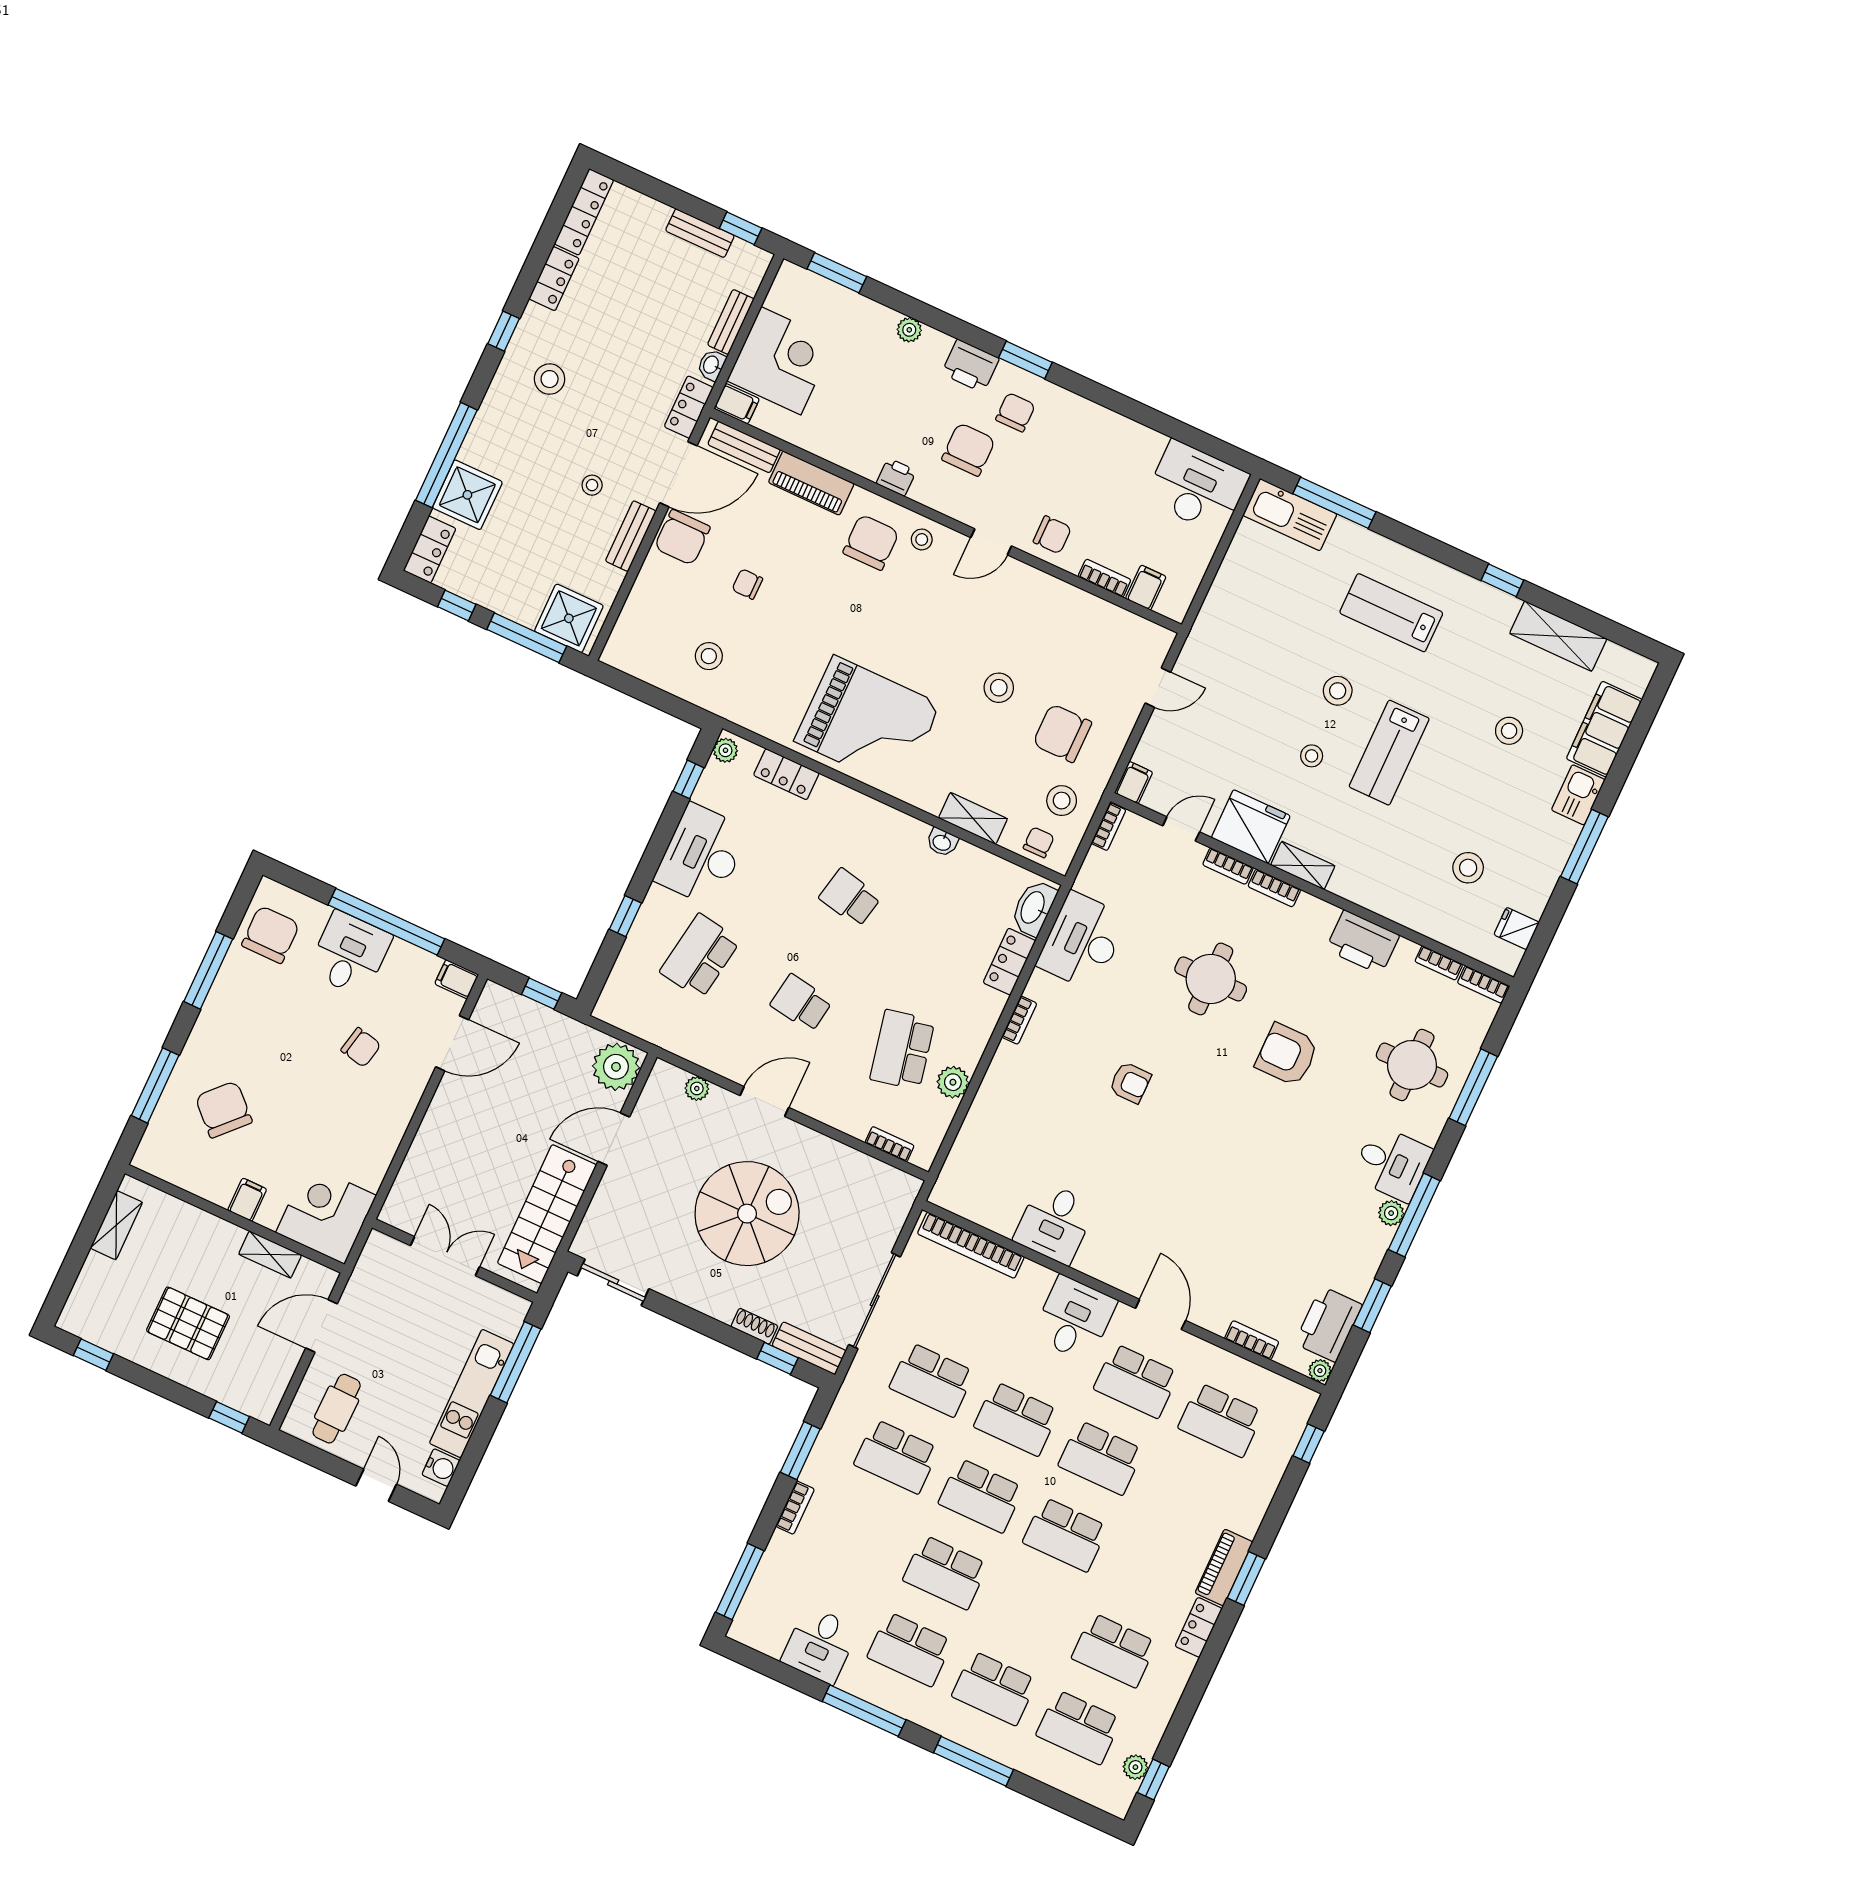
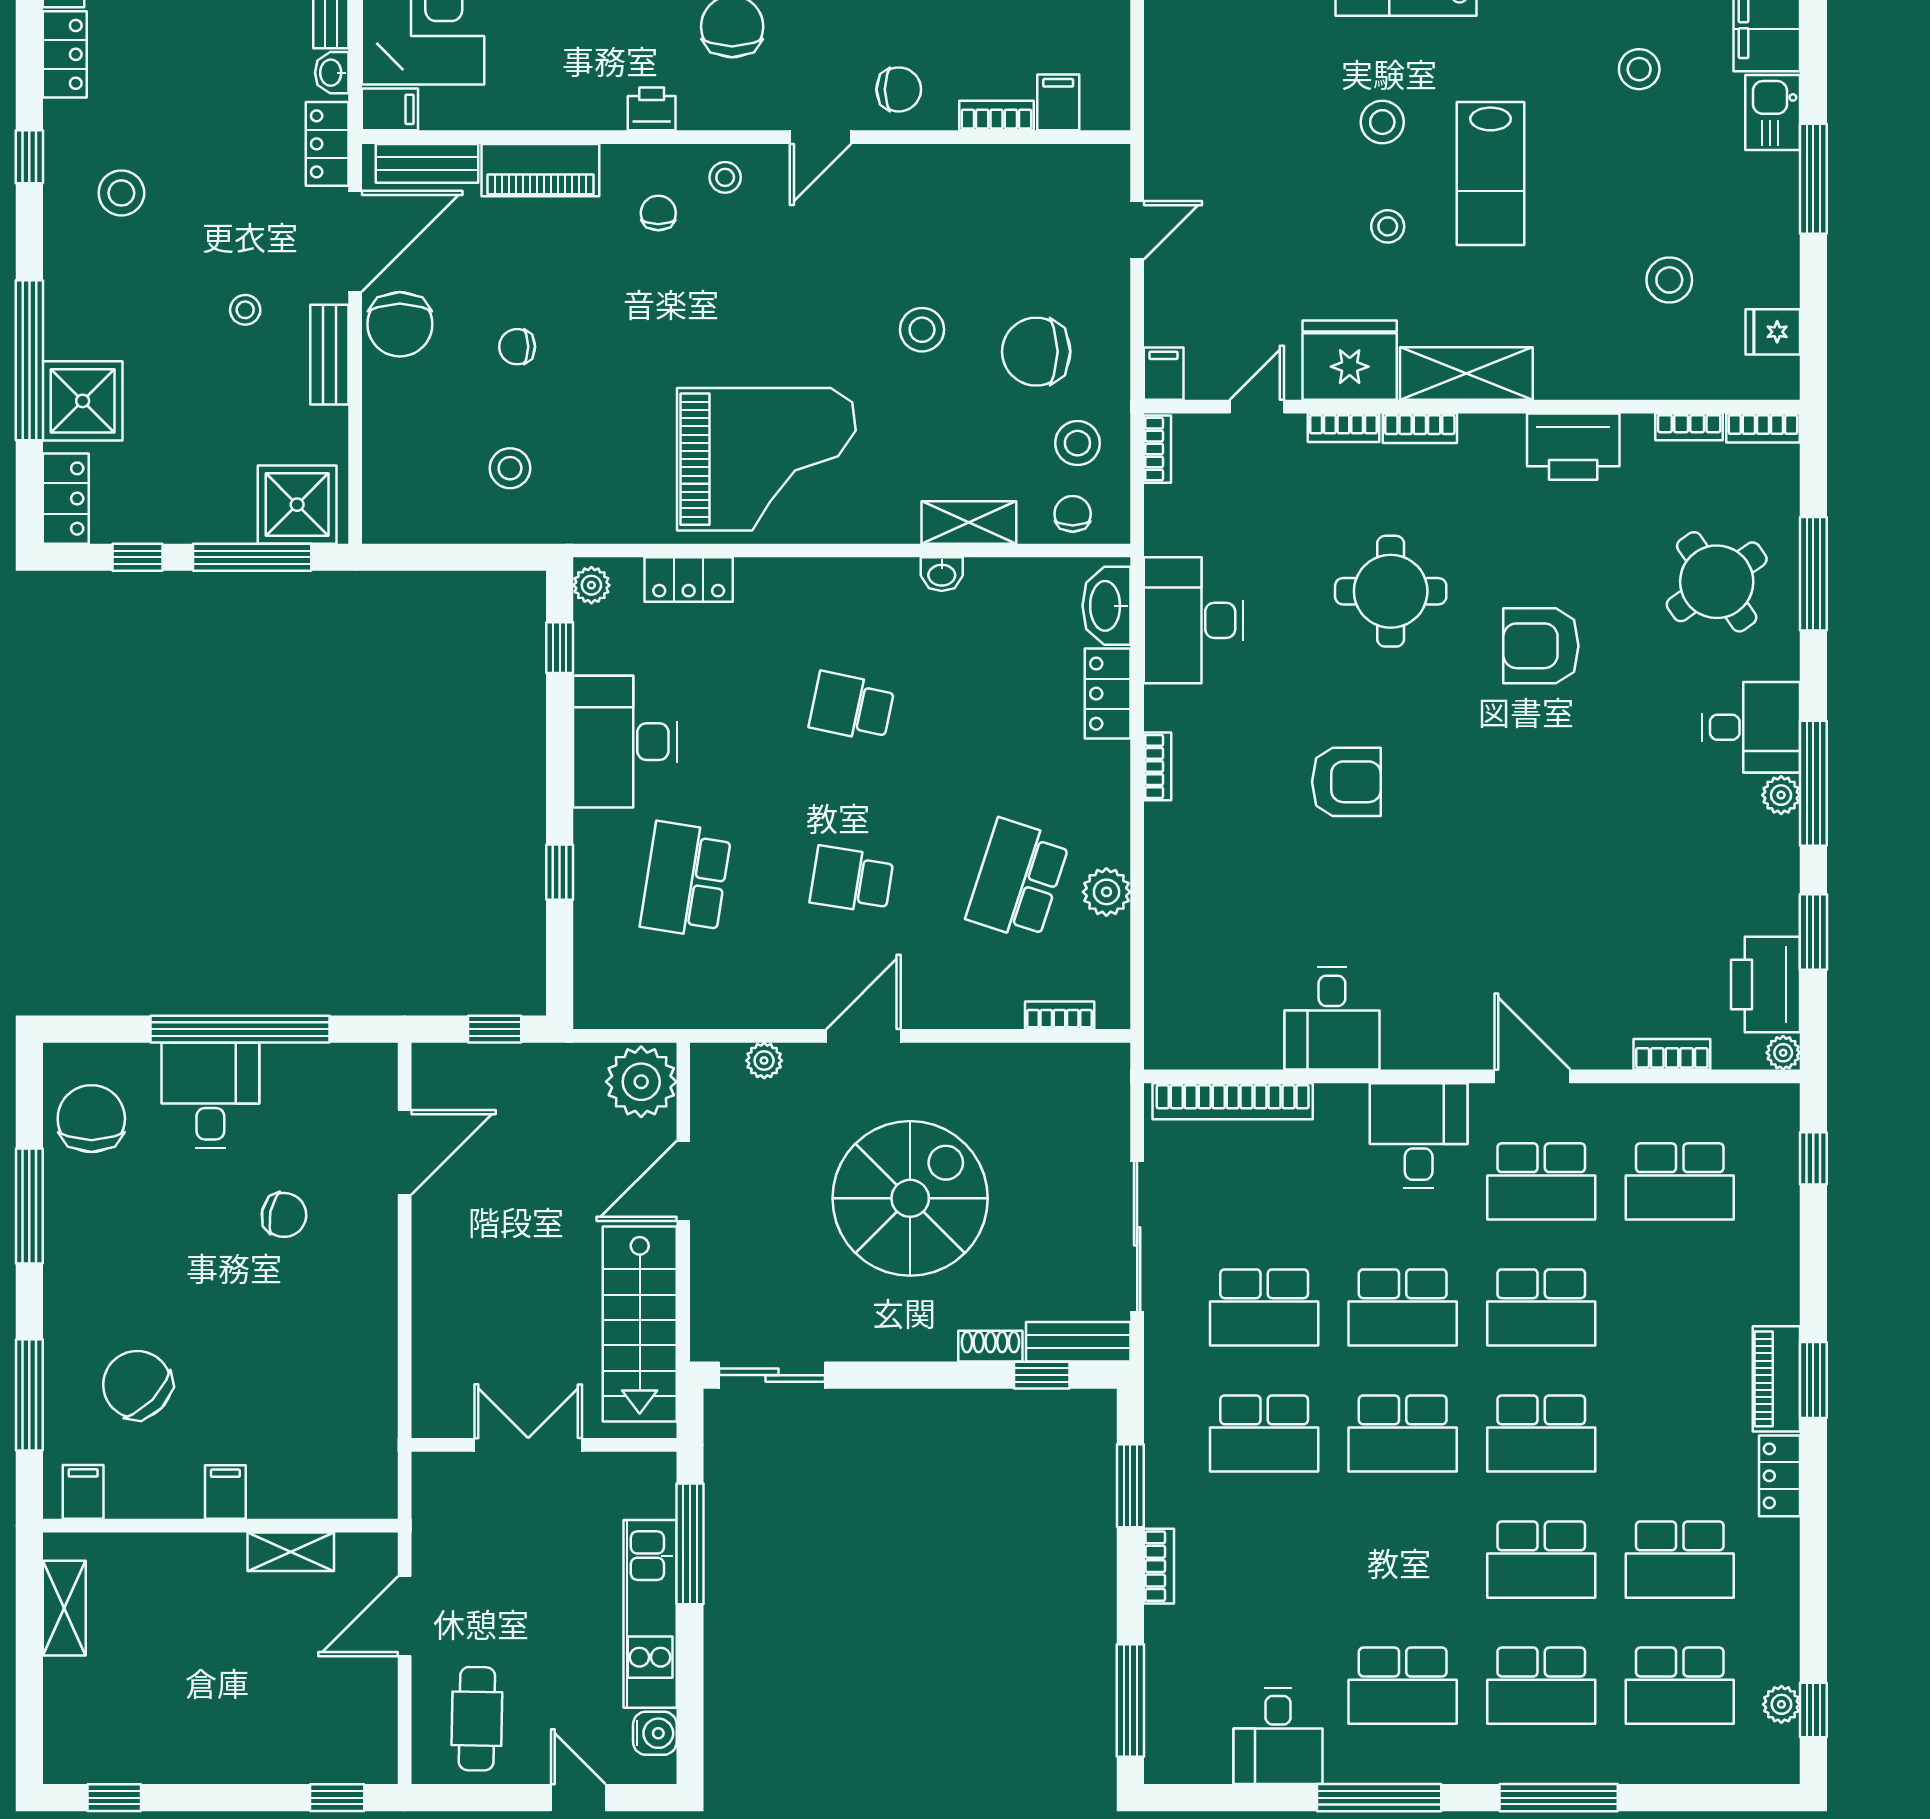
chair: (871, 542) -> (658, 213), width x0.54, depth x0.54
shelving: (1303, 865) -> (1466, 373), width x1.50, depth x1.33
filing cabinet: (457, 979) -> (83, 1492), moved, turned 90
school desk: (902, 1050) -> (1018, 880), turned 30
round table: (1412, 1065) -> (1717, 582), turned -35
armchair: (1130, 1083) -> (1346, 782), width x1.38, depth x1.38
corner desk: (326, 1214) -> (341, 1462), removed
pallet: (188, 1323) -> (223, 1696), removed
school desk: (945, 1572) -> (1541, 1560), moved

